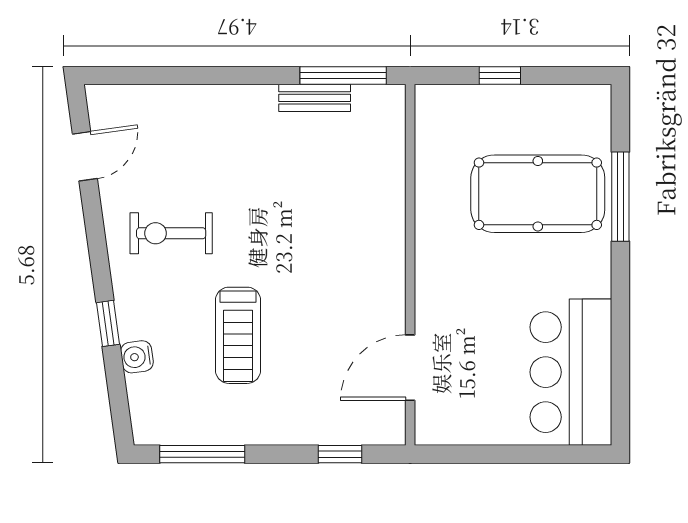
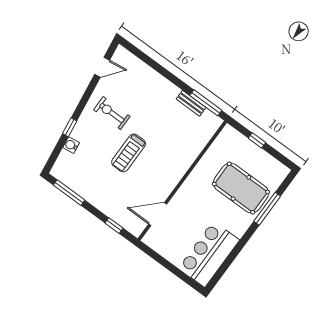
treadmill: (238, 335) -> (129, 153), moved

